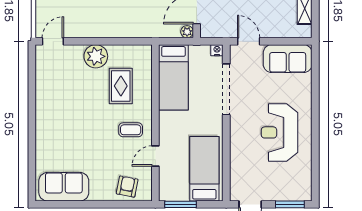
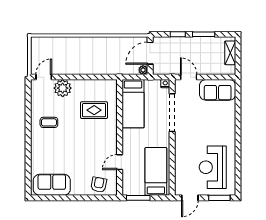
plant: (96, 56) -> (63, 88), moved
rug: (121, 86) -> (94, 110), turned 90
coffee table: (131, 130) -> (49, 122), moved
reception desk: (279, 132) -> (213, 167), moved

